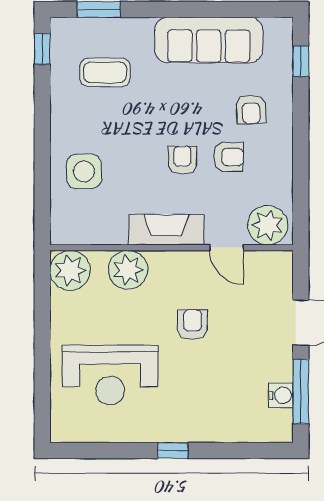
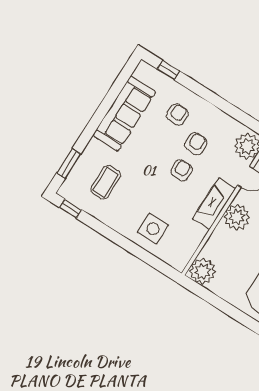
armchair: (251, 109) -> (177, 115), turned -84
armchair: (182, 160) -> (181, 170), turned 90
plant: (128, 270) -> (237, 217), moved

